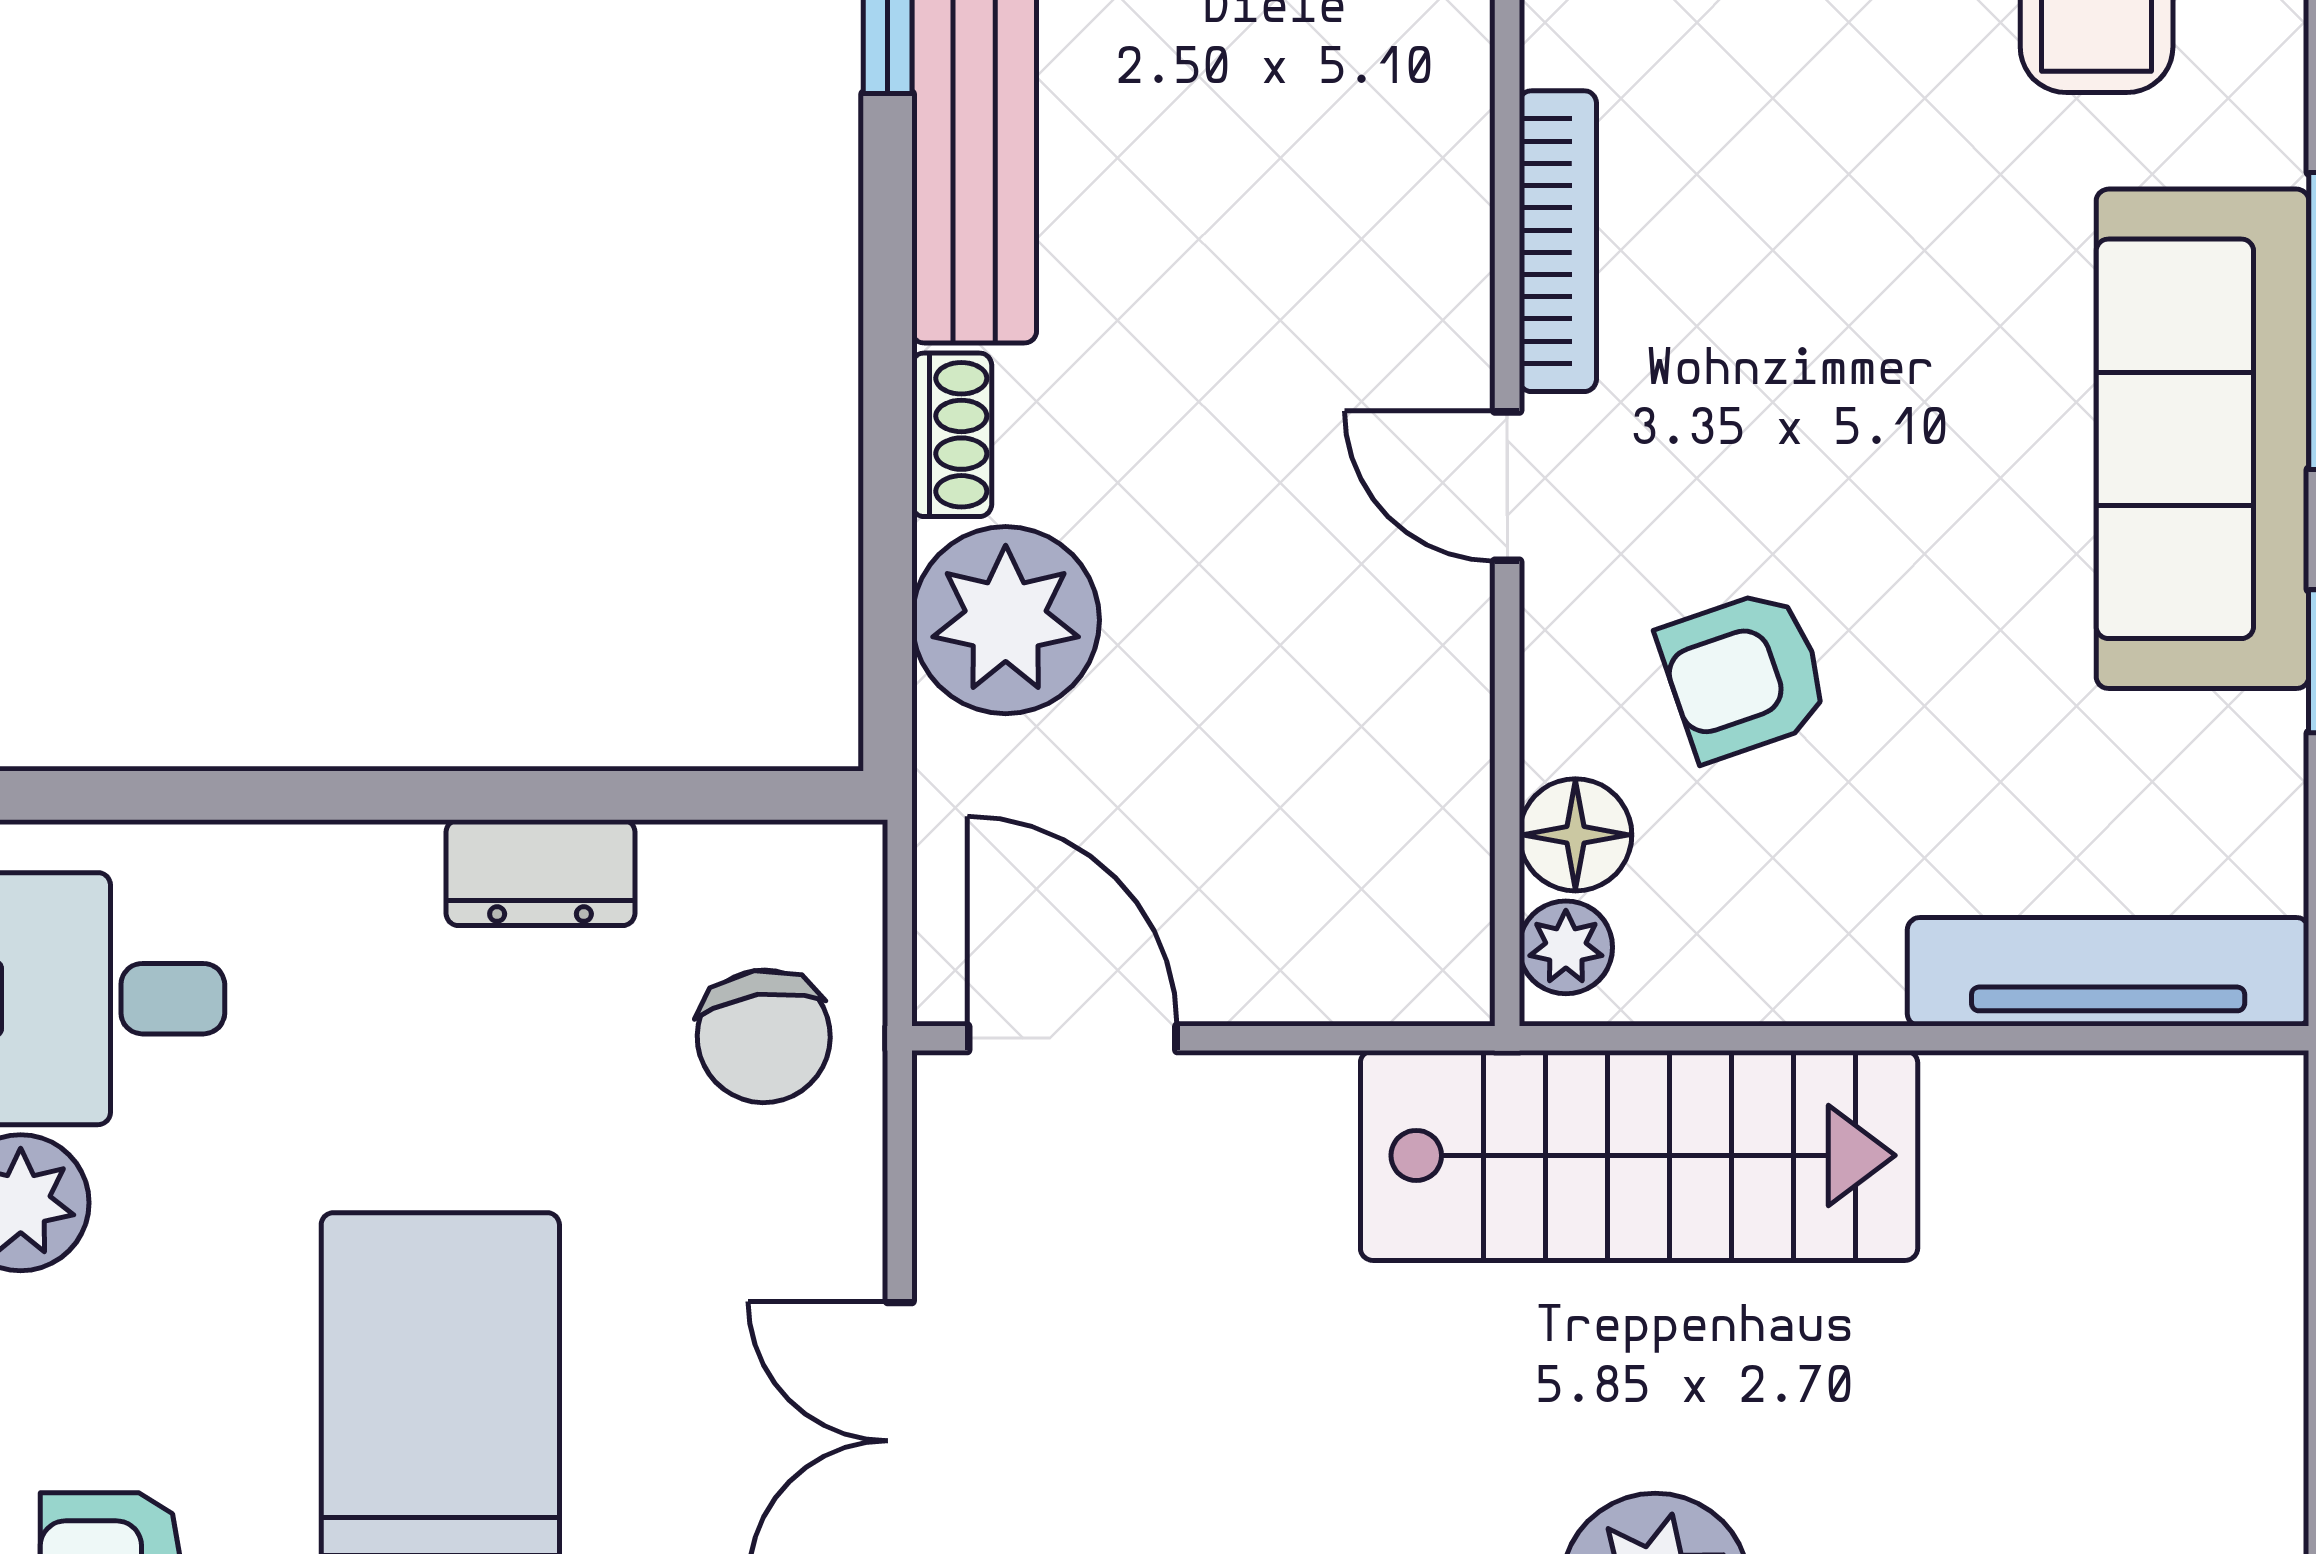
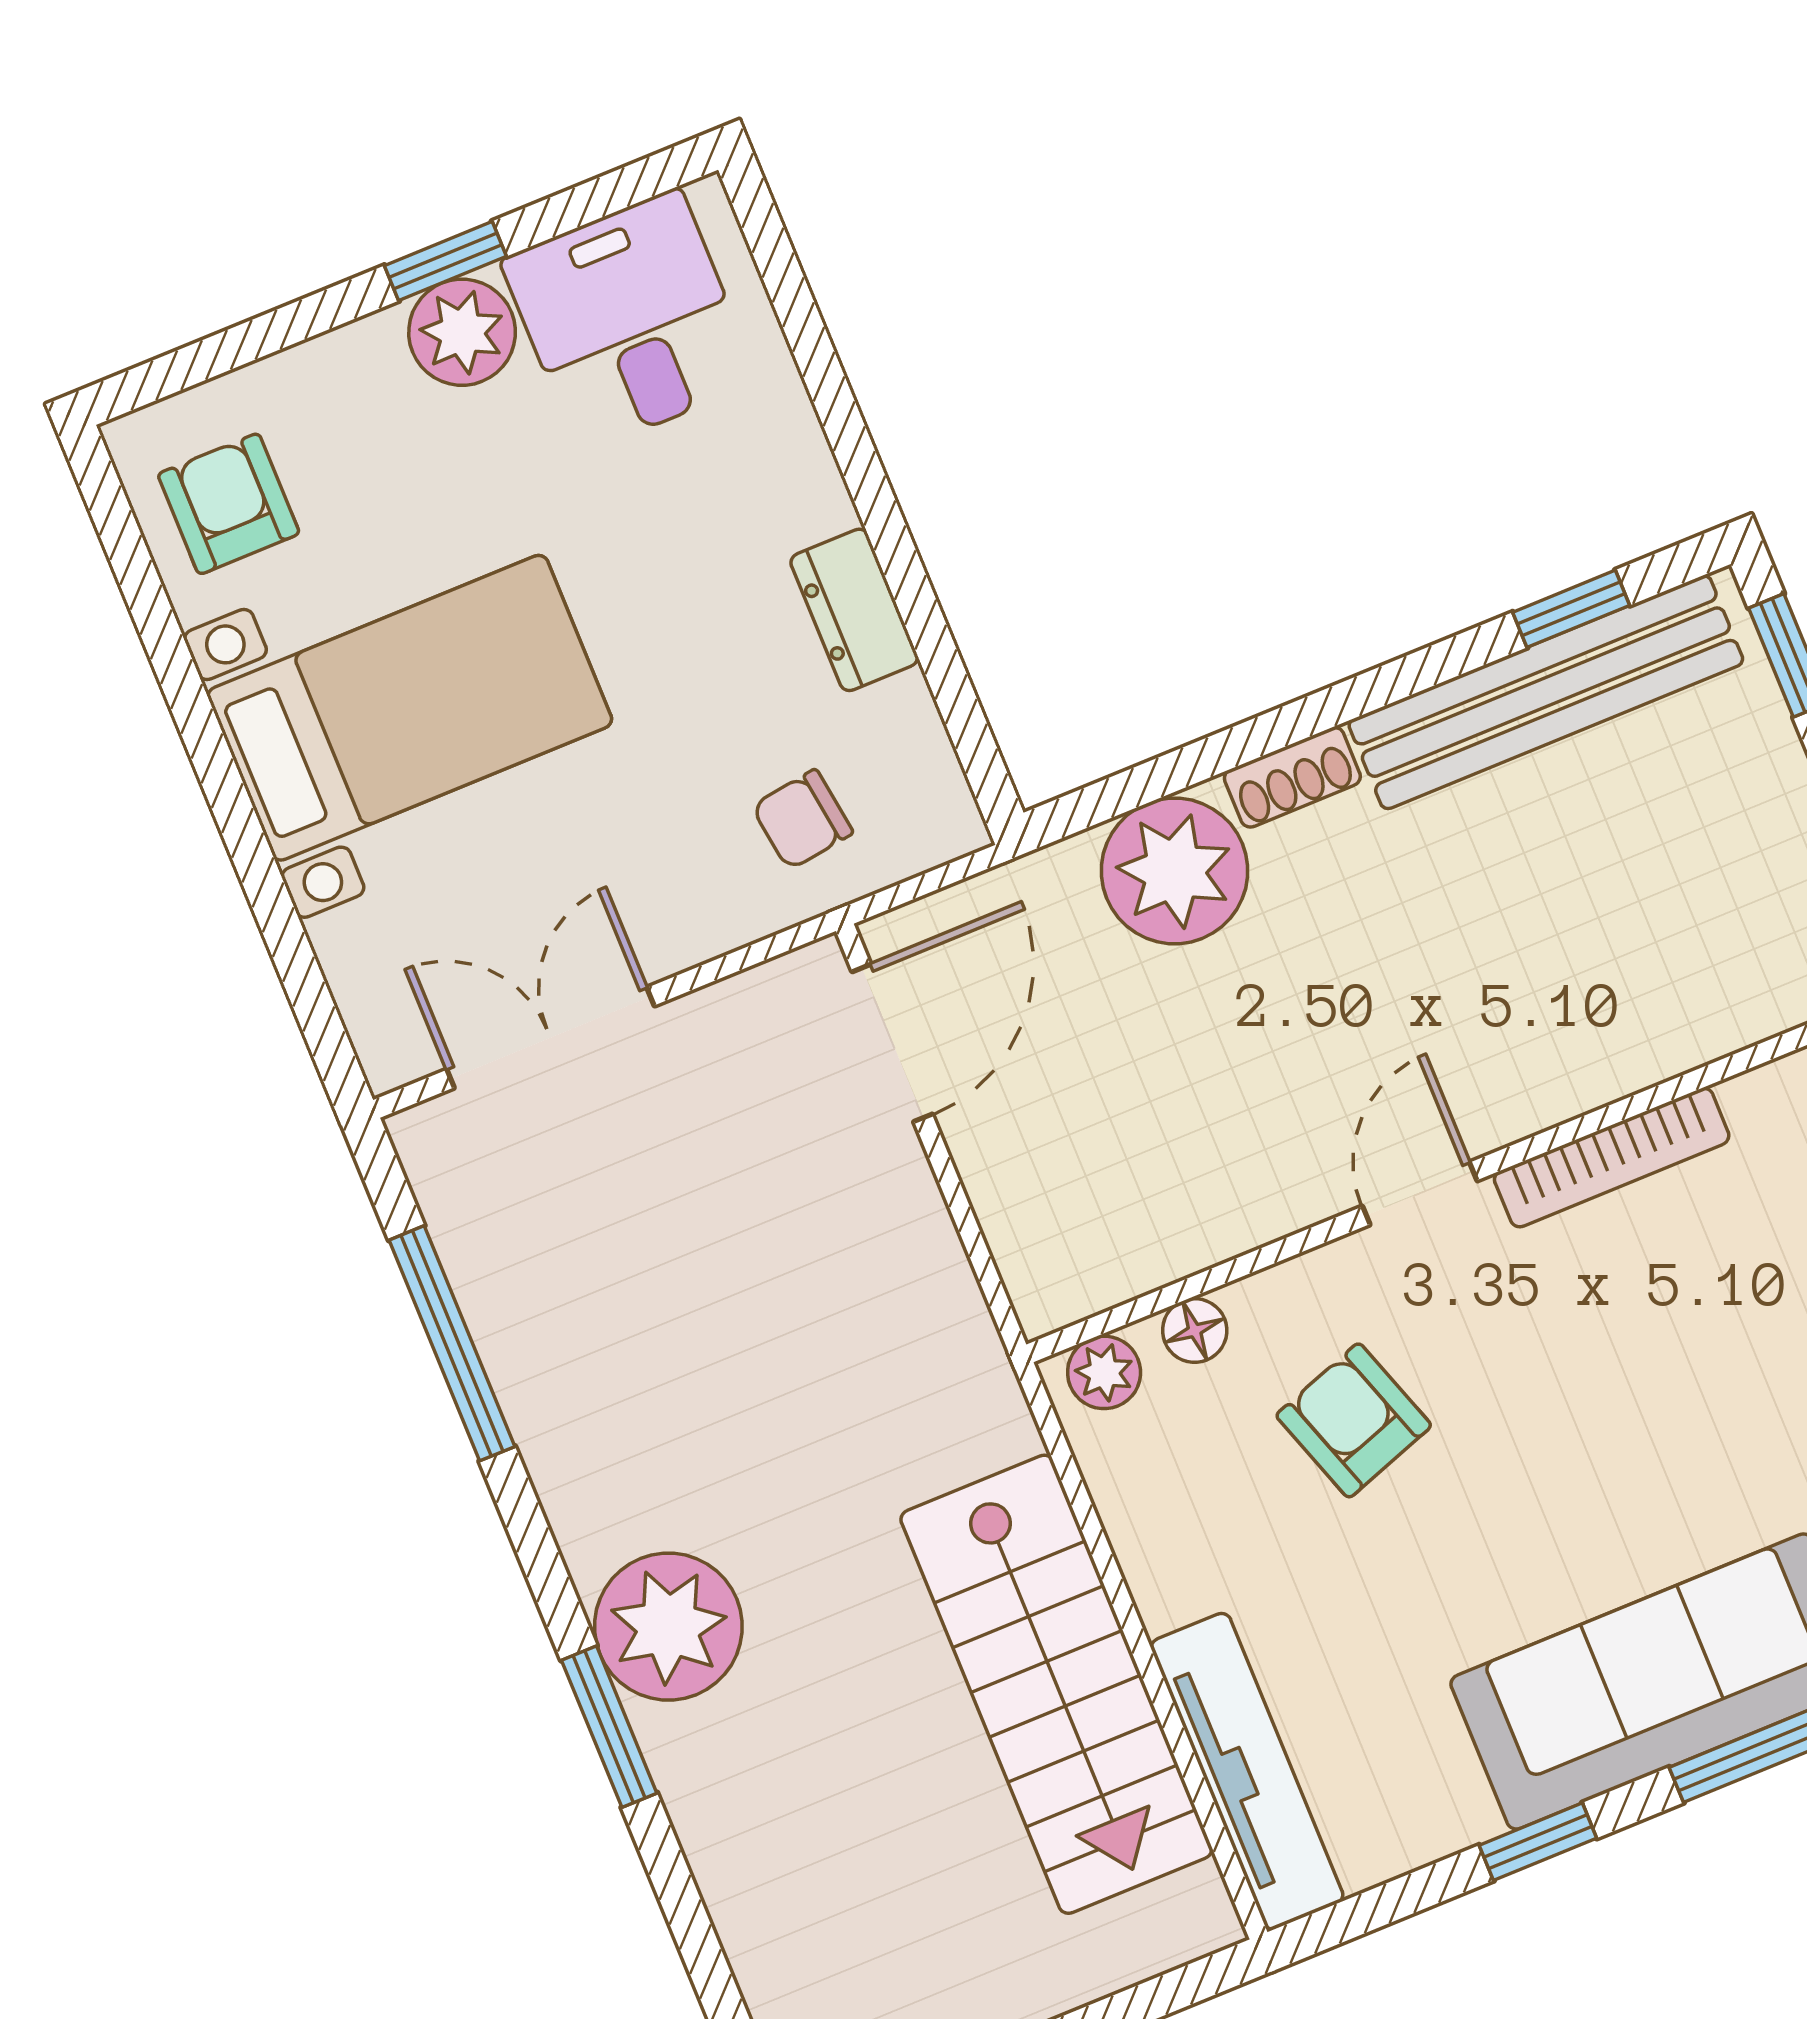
floor lamp: (1575, 835) -> (1195, 1331), width x0.73, depth x0.73
chair: (764, 1036) -> (802, 820), width x0.73, depth x0.73
stairs: (1639, 1155) -> (1056, 1684), moved

